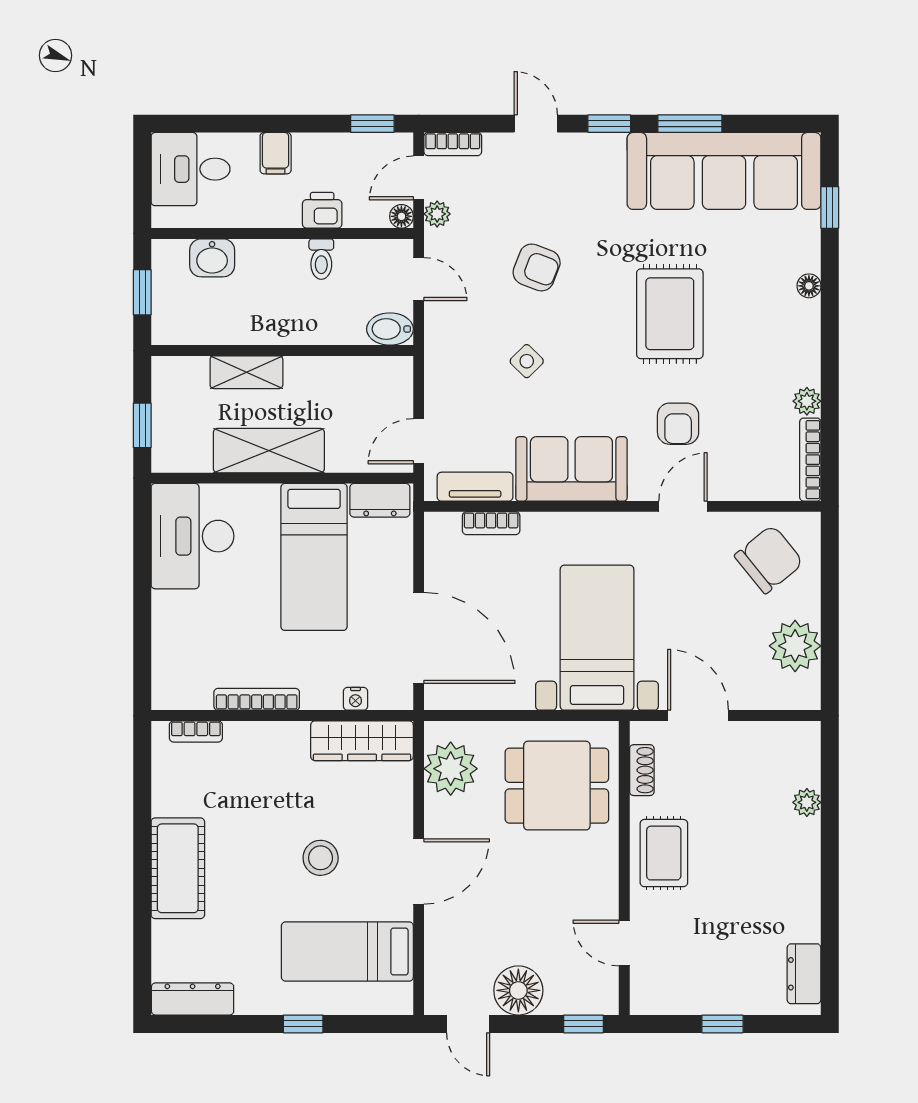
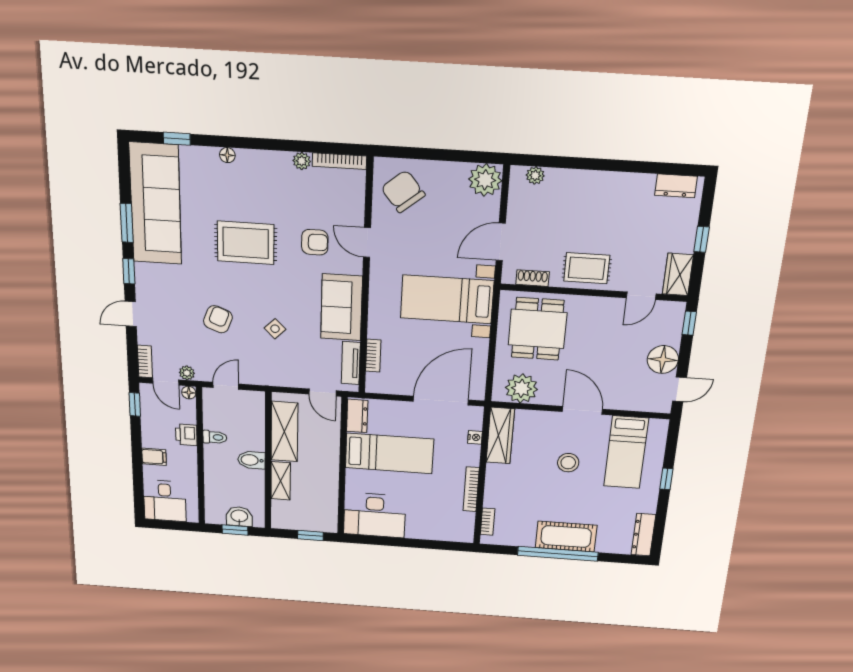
washbasin: (212, 258) -> (239, 516), moved, turned -90
bidet: (390, 329) -> (251, 460), moved, turned 90
shelving: (269, 451) -> (284, 432), moved
plant: (795, 646) -> (485, 180), moved
plant: (807, 802) -> (535, 175), moved
window: (142, 857) -> (558, 554), added
wardrobe: (663, 995) -> (678, 274), added

